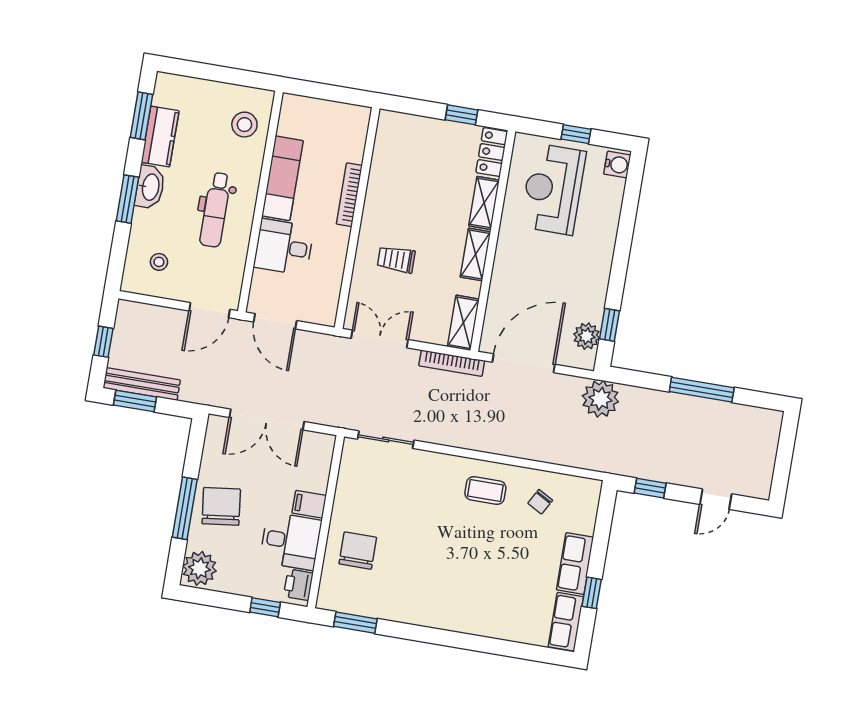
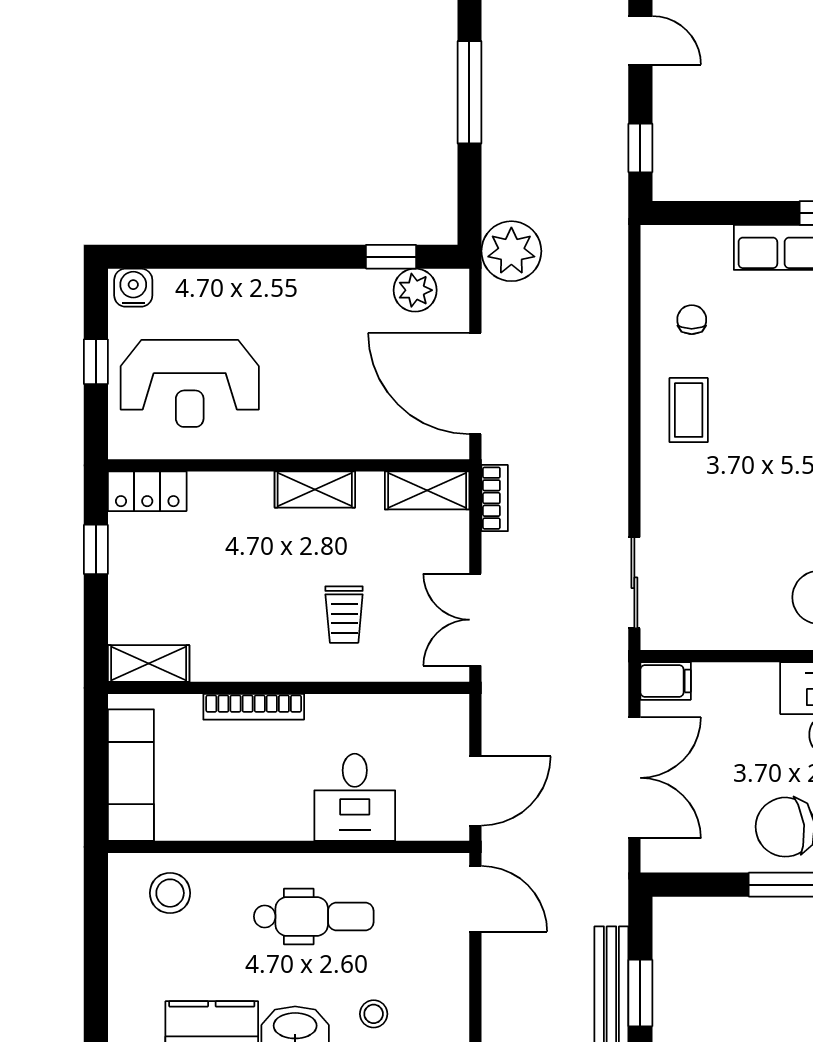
exam couch: (282, 178) -> (131, 775), moved, turned 90
shelving: (484, 203) -> (149, 664), moved
stool: (159, 262) -> (374, 1014), moved
bookcase: (452, 363) -> (495, 498), width x0.64
chair: (540, 502) -> (692, 320), turned -119
filing cabinet: (309, 504) -> (666, 681), moved, turned -90

